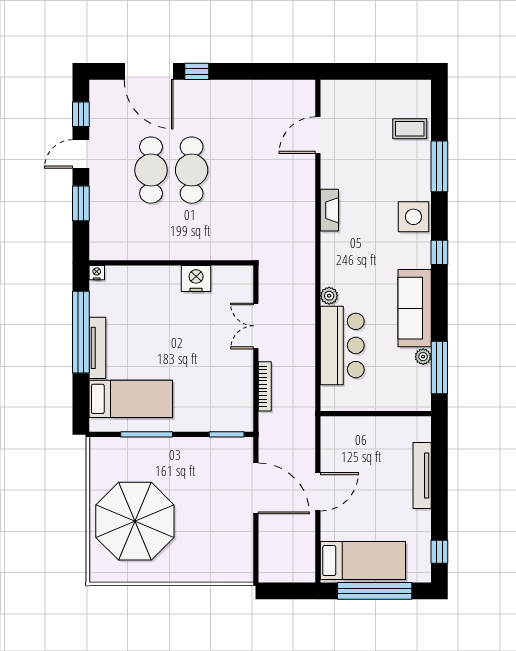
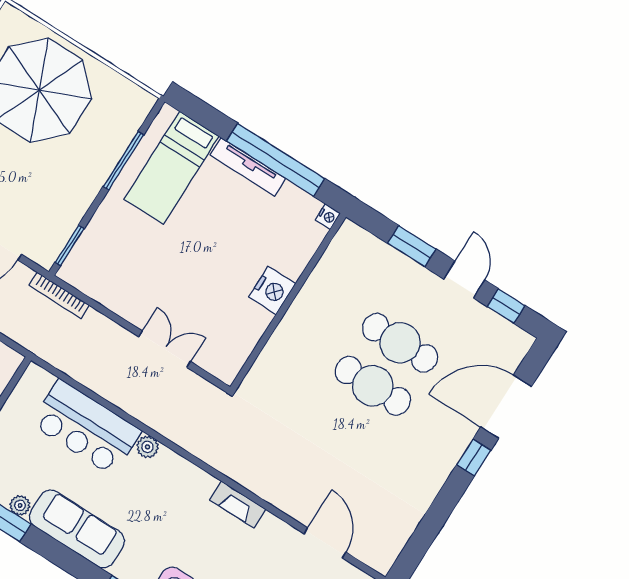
nightstand: (196, 279) -> (272, 290), moved
bookcase: (265, 386) -> (59, 295), moved

